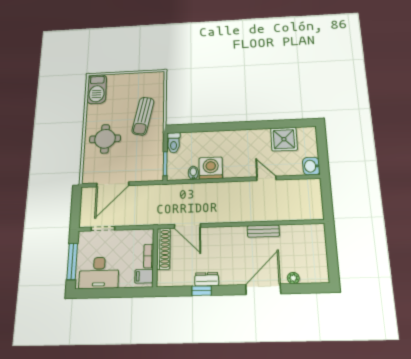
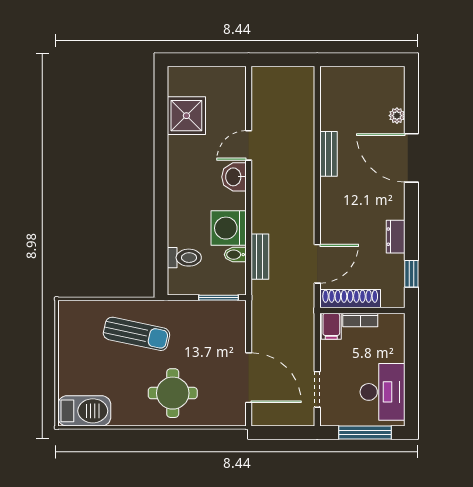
toilet: (174, 143) -> (184, 258), moved
washbasin: (311, 166) -> (234, 177), moved, turned 90
bench: (192, 188) -> (260, 257), added
filing cabinet: (144, 276) -> (331, 326), moved
window: (202, 291) -> (411, 274), moved

